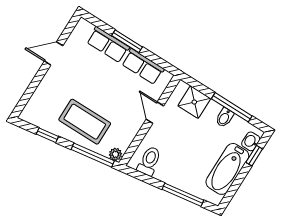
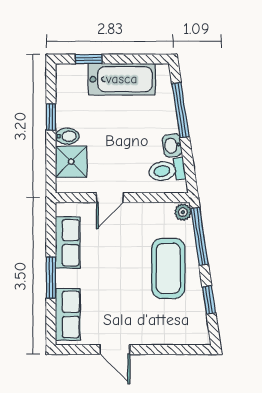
row of seats: (108, 45) -> (68, 314), moved
window: (232, 107) -> (51, 117), width x0.46
bidet: (225, 118) -> (67, 136), moved
washbasin: (251, 141) -> (172, 145), moved, turned 81

